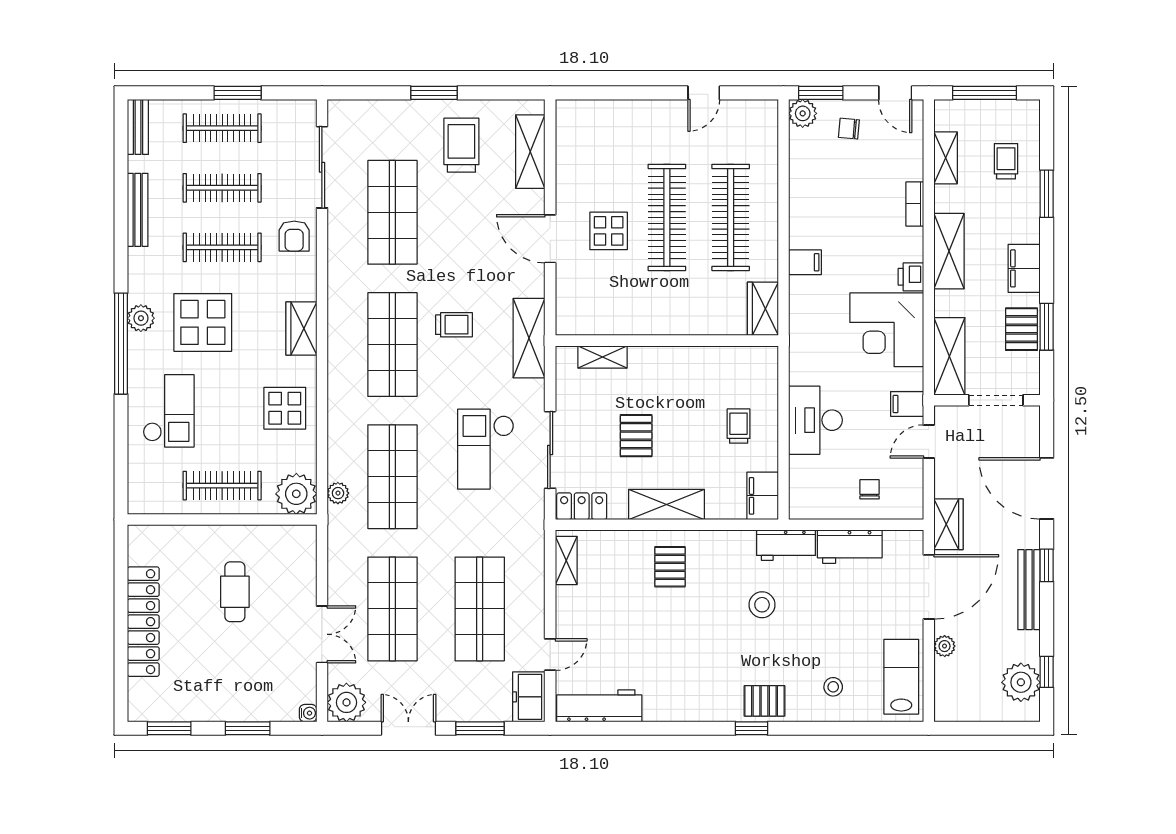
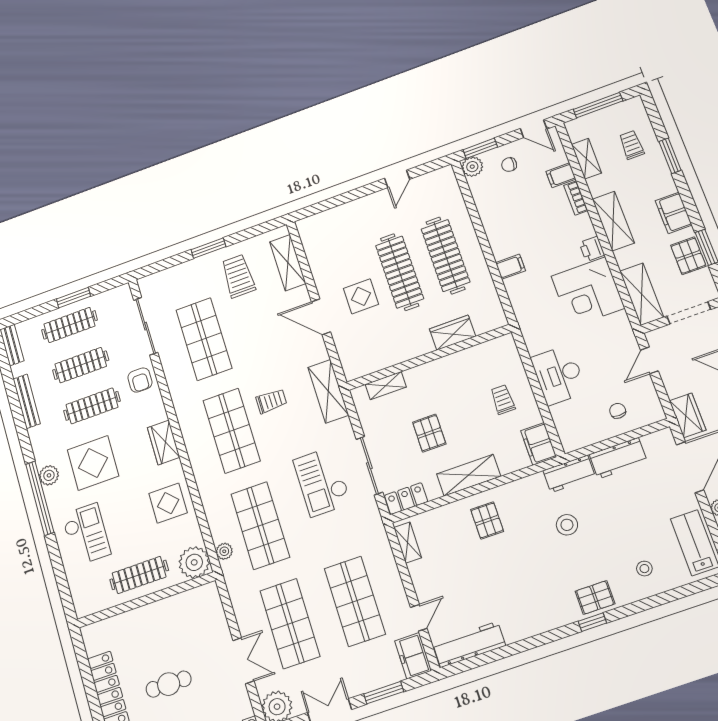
wardrobe: (763, 309) -> (453, 333), moved, turned 90
filing cabinet: (907, 404) -> (561, 175), moved
cafe table: (235, 592) -> (169, 684), moved, turned 90

